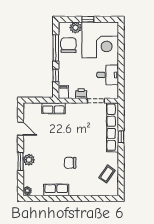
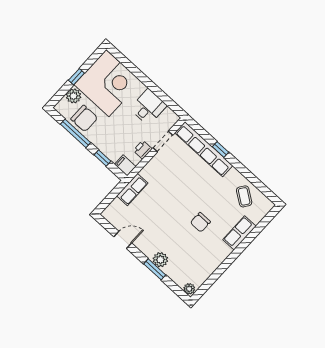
chair: (68, 45) -> (84, 118), turned 180
row of seats: (56, 190) -> (239, 233), moved

